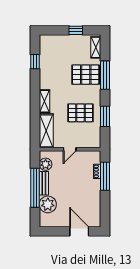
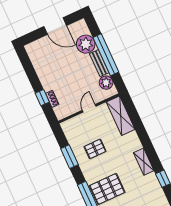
shelving: (44, 101) -> (144, 162), moved
pallet: (80, 113) -> (95, 149), width x0.67, depth x0.71
window: (105, 176) -> (42, 98), width x0.46
door: (79, 231) -> (55, 26), moved

